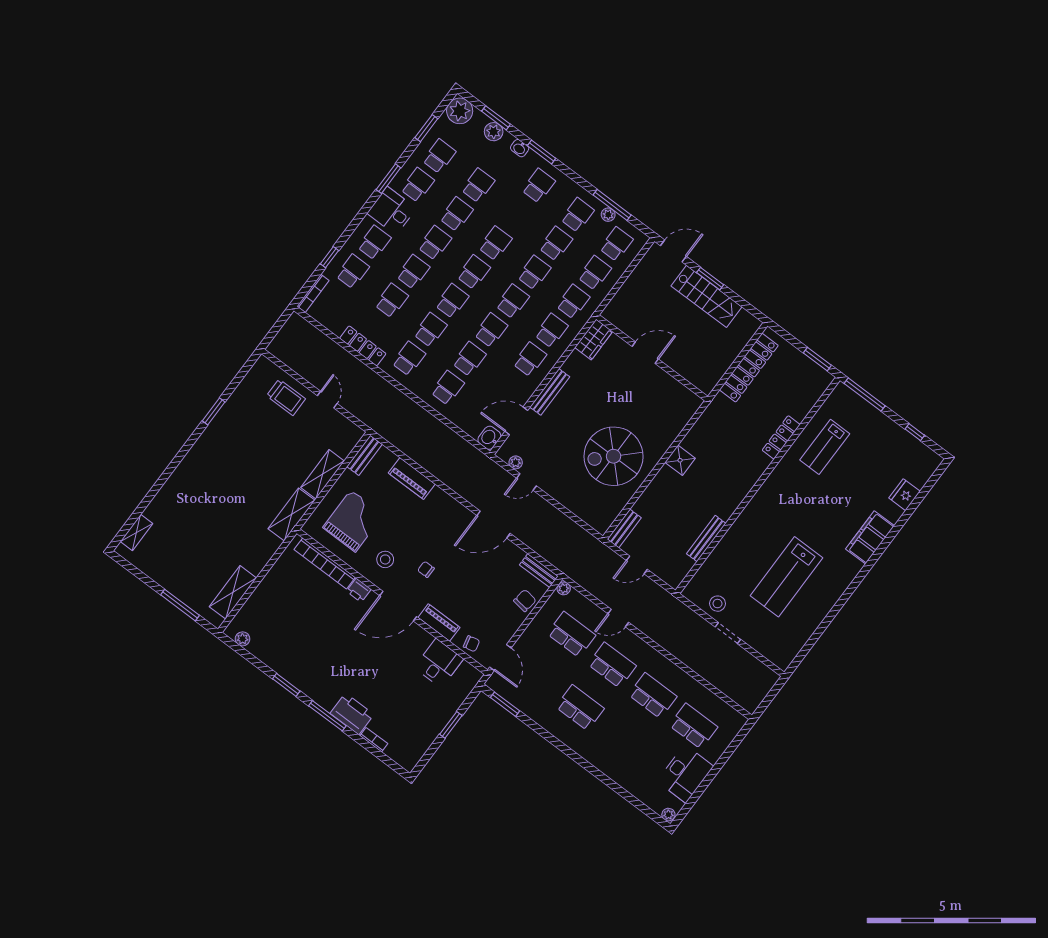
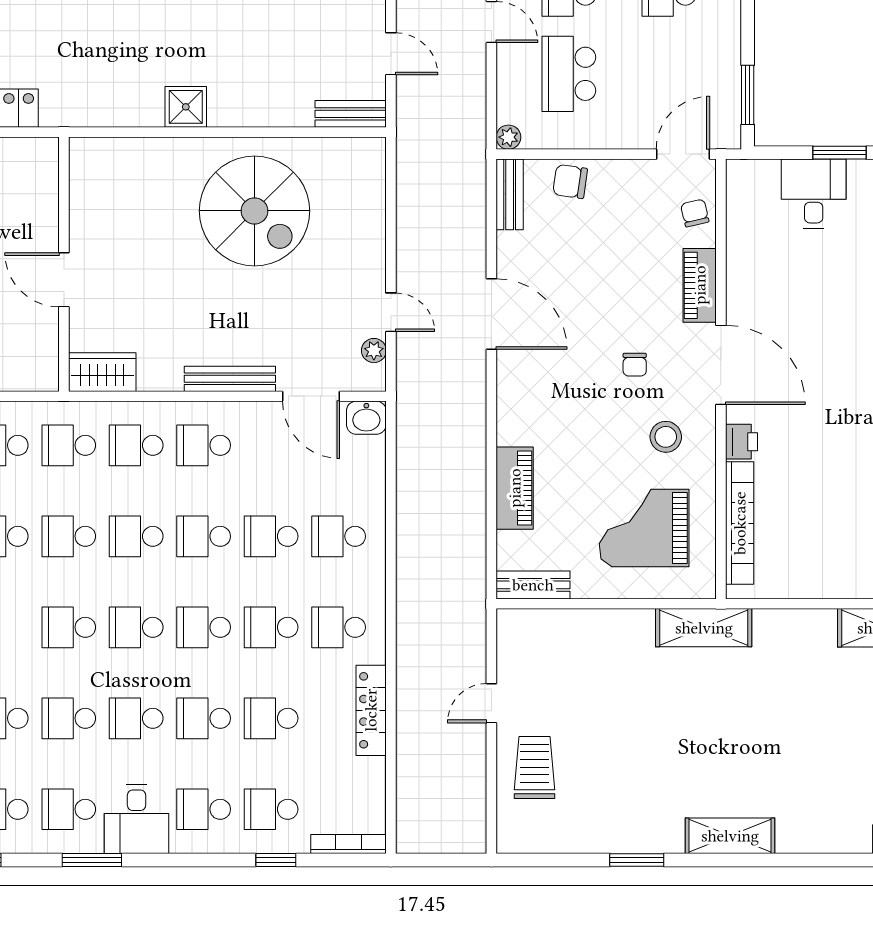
shelving: (323, 474) -> (730, 836), moved
desk: (439, 663) -> (814, 194), moved, turned 90

